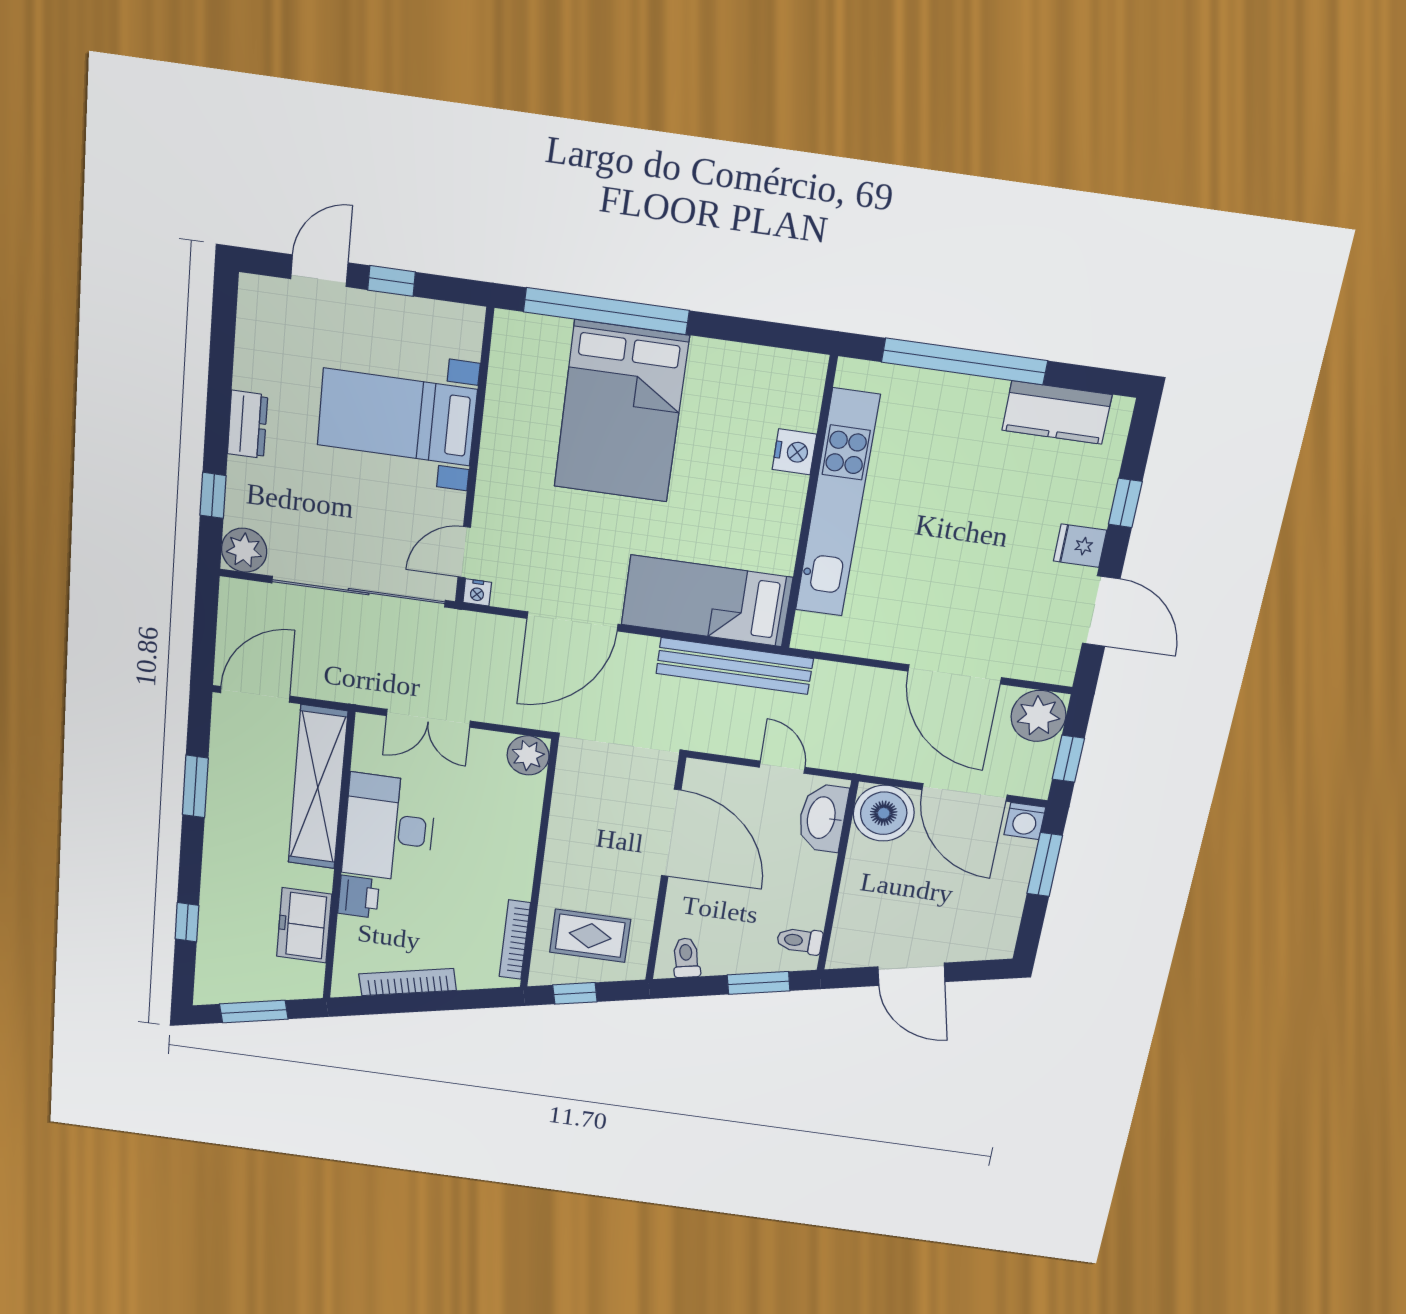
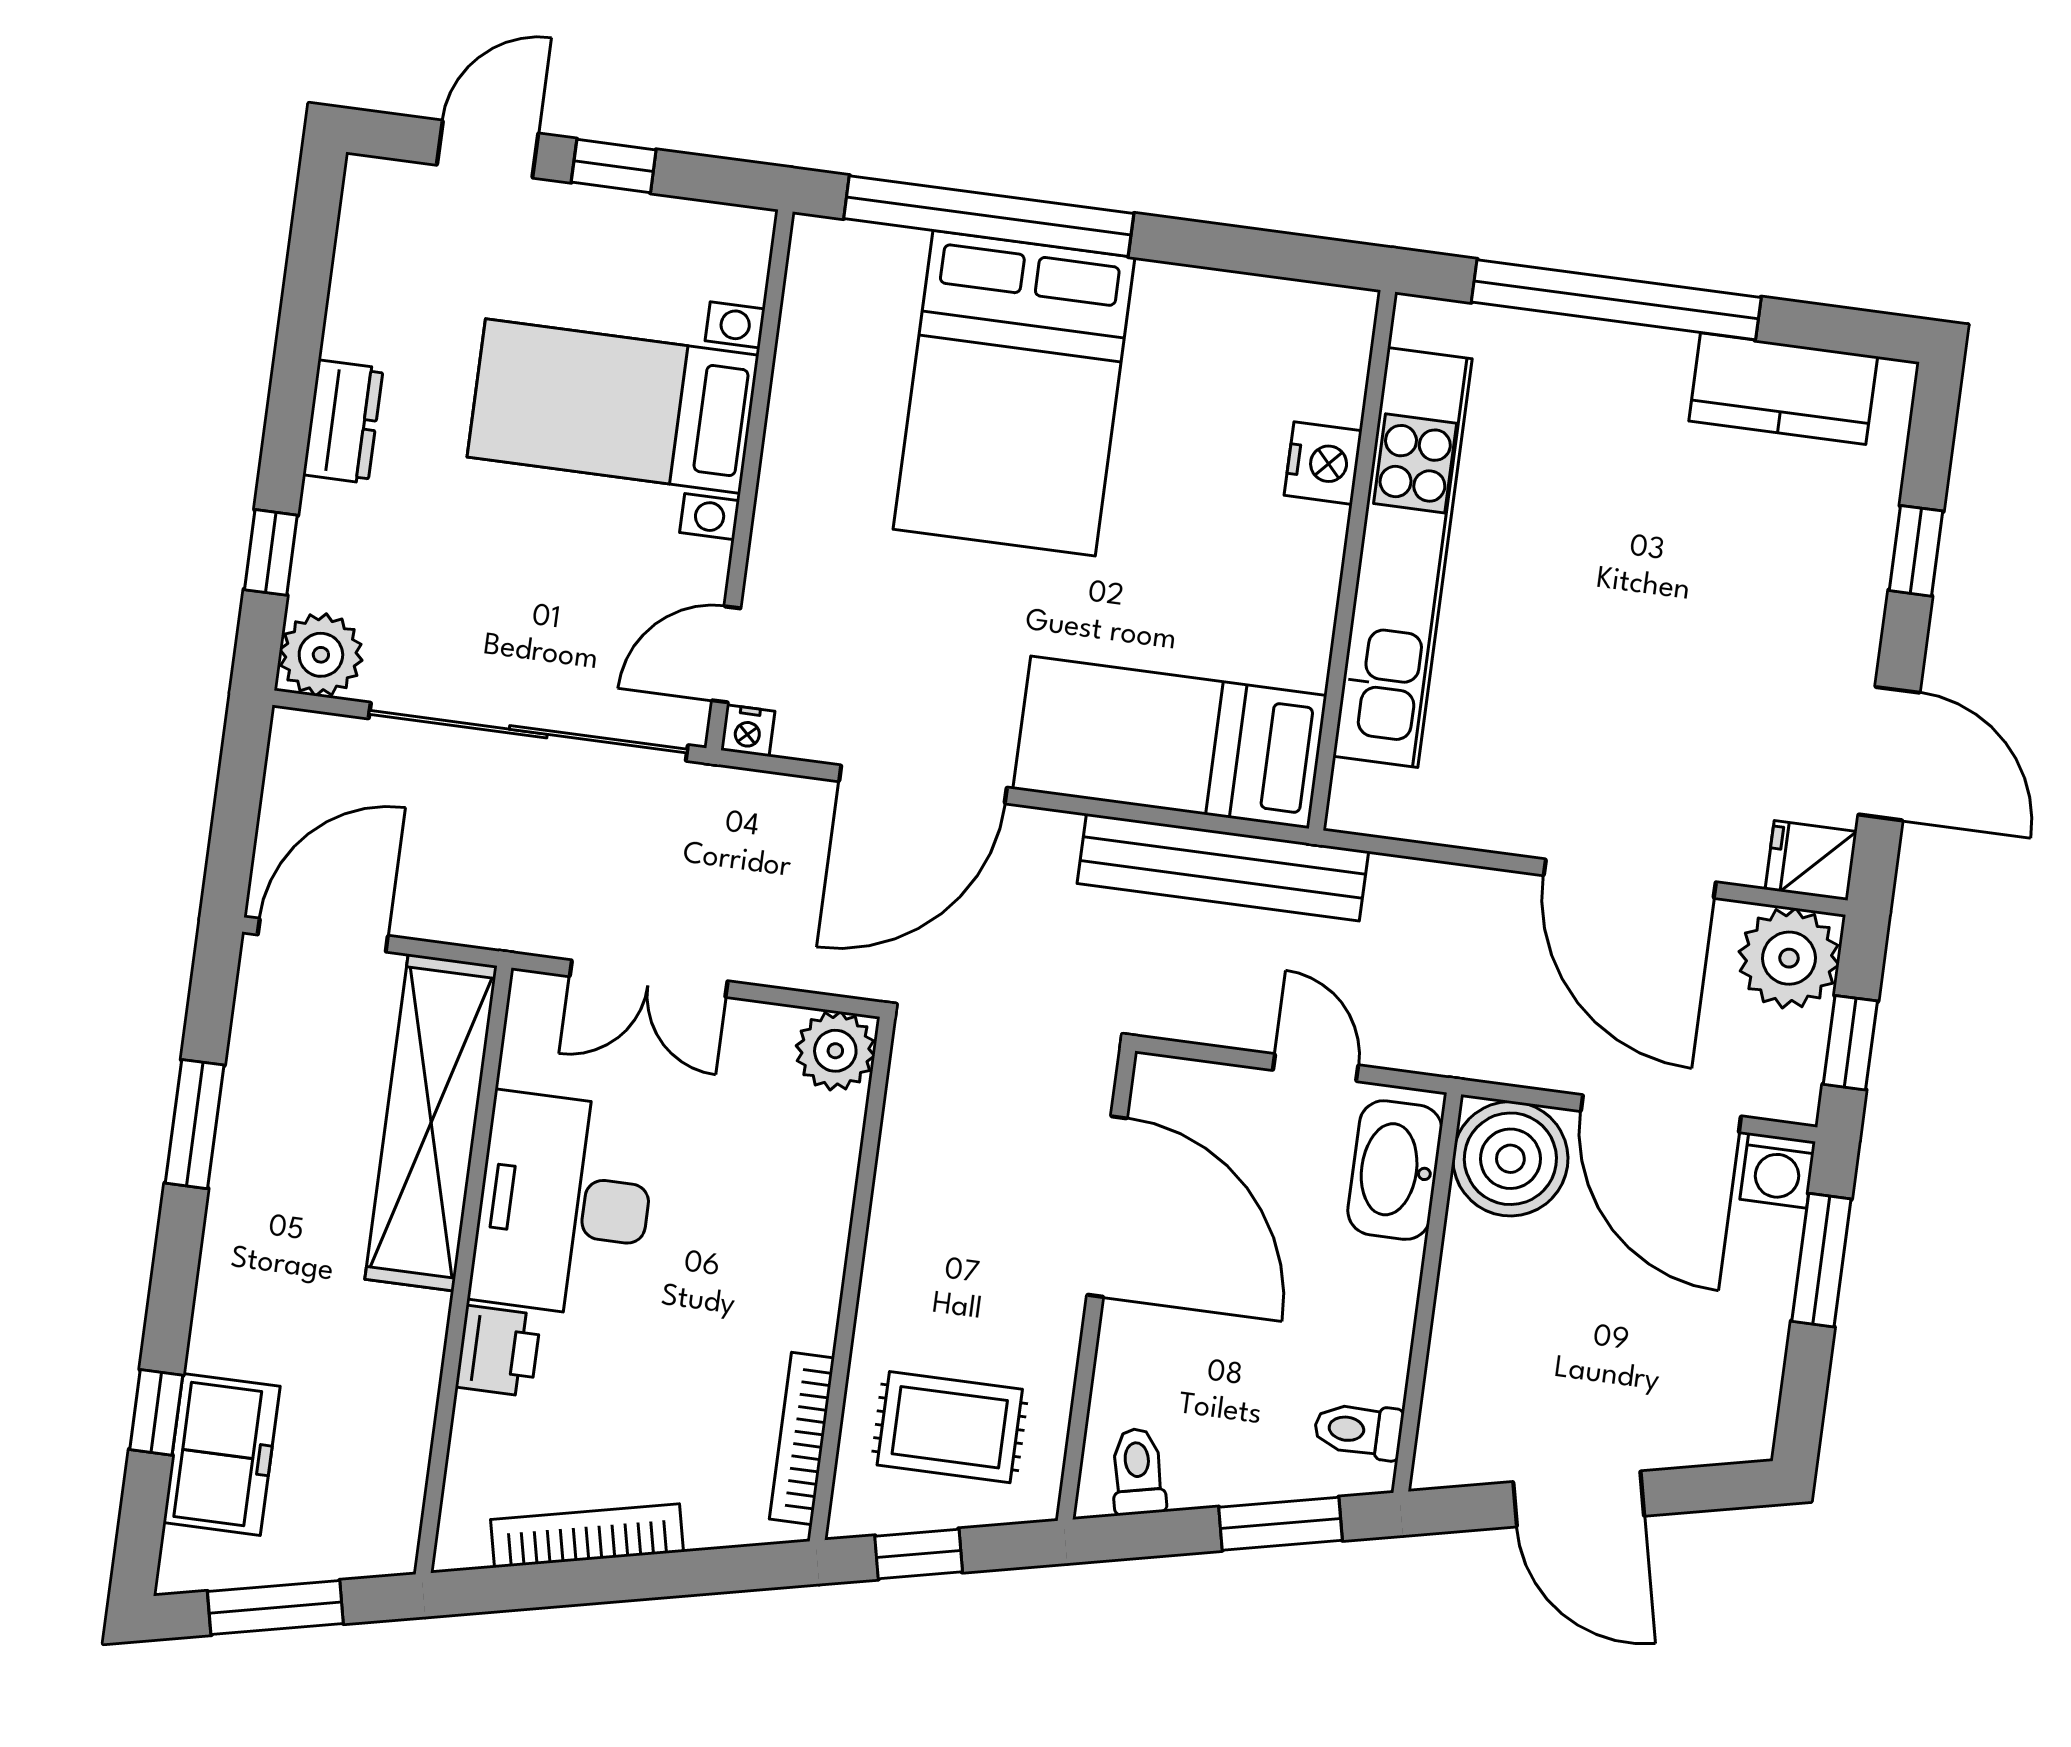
fridge: (1080, 546) -> (1811, 860), moved
freezer: (304, 925) -> (222, 1454), moved, turned 180

